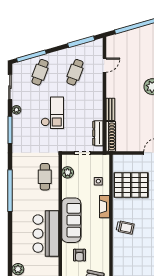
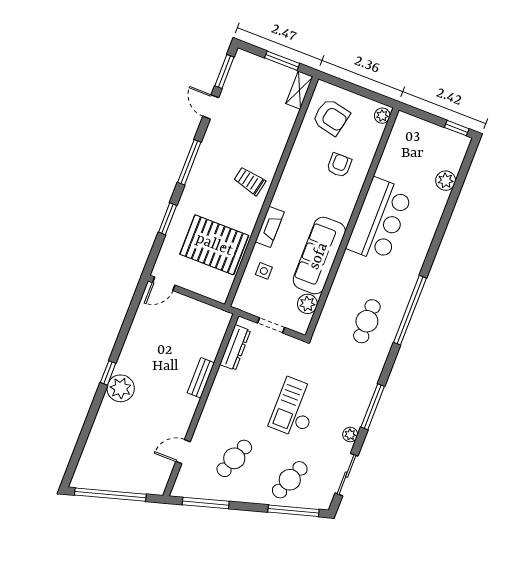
shoe rack: (111, 136) -> (217, 335), removed
cafe table: (45, 177) -> (367, 321), moved
sofa: (71, 220) -> (319, 256), moved

